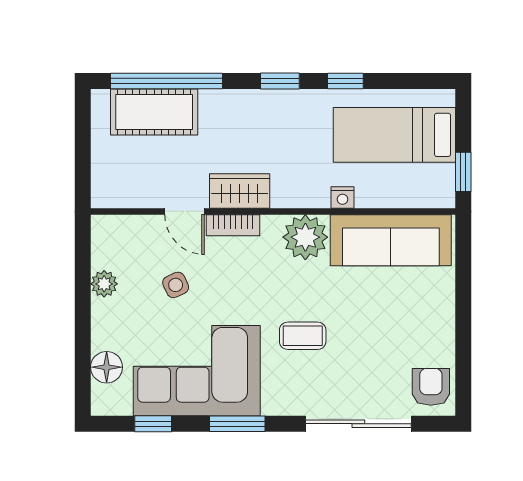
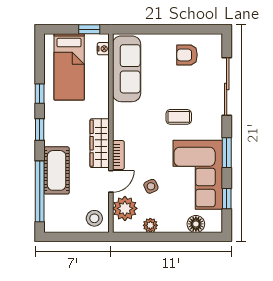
cot: (154, 112) -> (57, 170), moved
stool: (117, 181) -> (94, 218), added
wardrobe: (240, 191) -> (100, 143), width x1.50
nightstand: (342, 198) -> (103, 49), moved
plant: (305, 237) -> (125, 208), moved
coffee table: (303, 336) -> (179, 117), turned 90
armchair: (431, 387) -> (187, 55), moved

